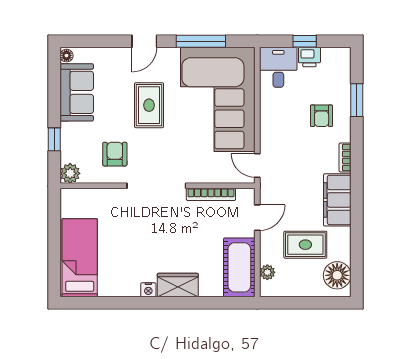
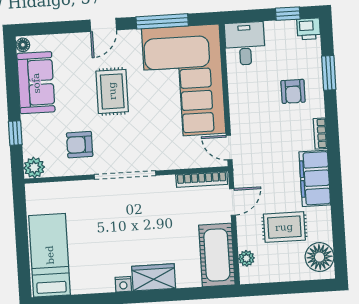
window: (305, 41) -> (288, 14), moved
printer: (309, 57) -> (309, 29), moved
armchair: (115, 154) -> (80, 145), turned -90
bookcase: (211, 194) -> (202, 179), moved

